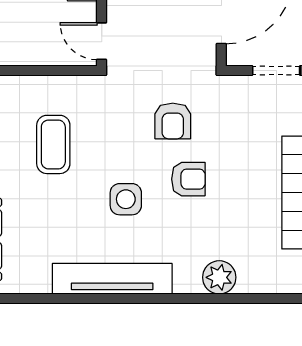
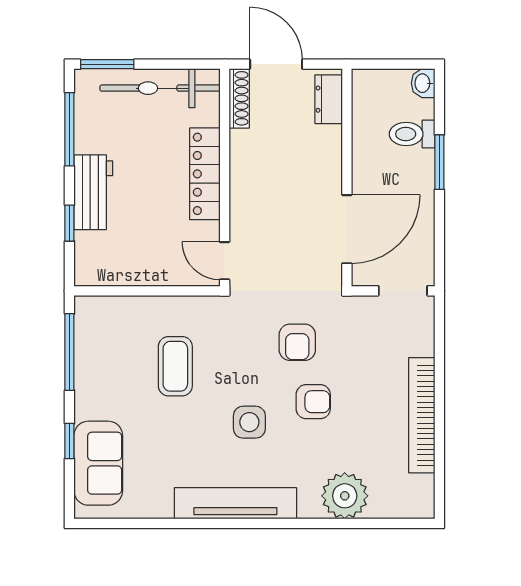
plant: (219, 277) -> (345, 496), width x1.36, depth x1.36

